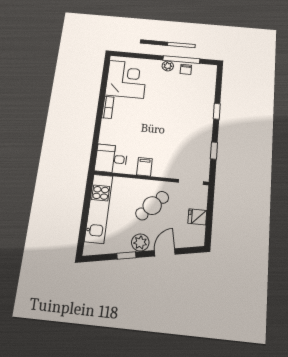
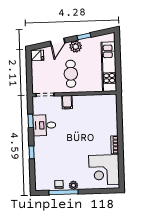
desk: (111, 159) -> (44, 125), moved, turned 180
filing cabinet: (144, 167) -> (67, 102), moved
cafe table: (152, 206) -> (71, 74), turned -45
fridge: (197, 217) -> (37, 55), moved

